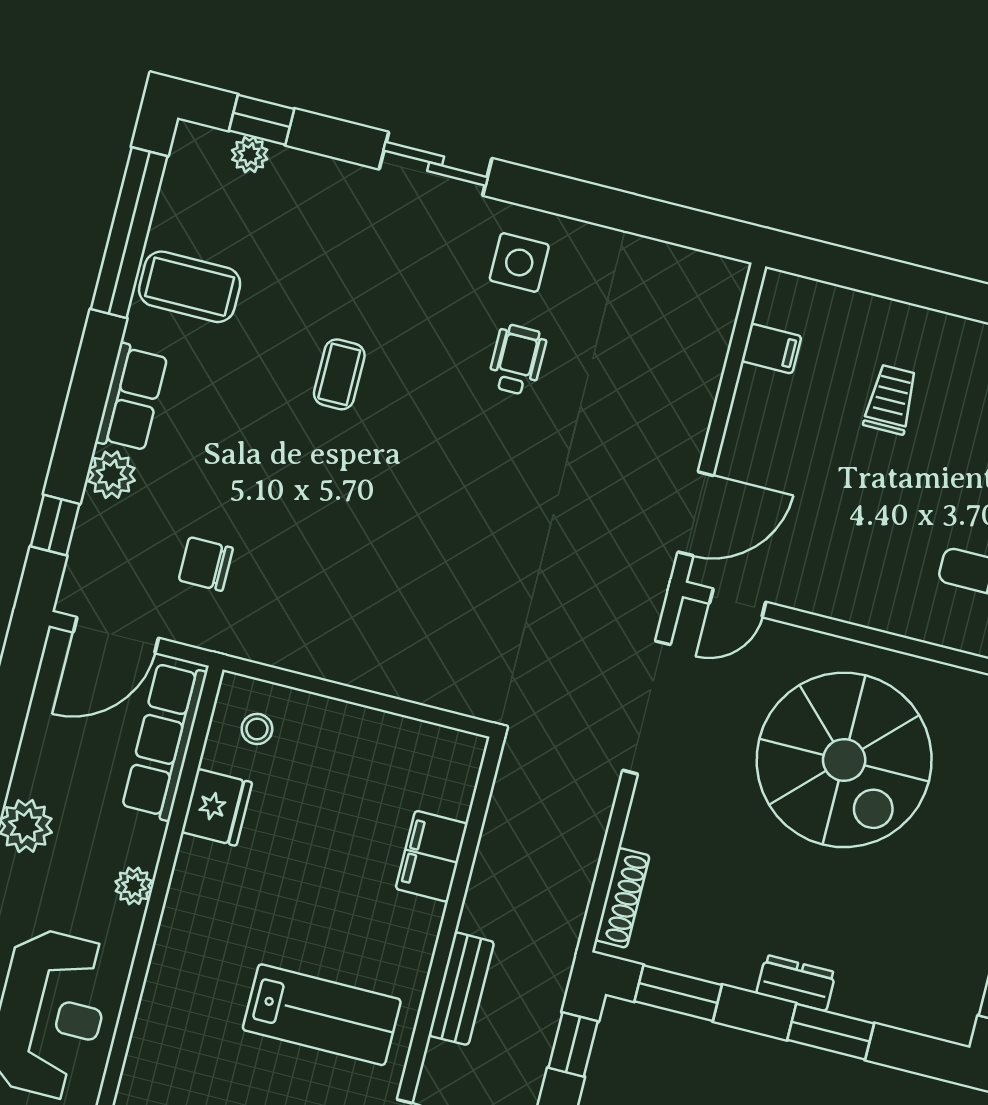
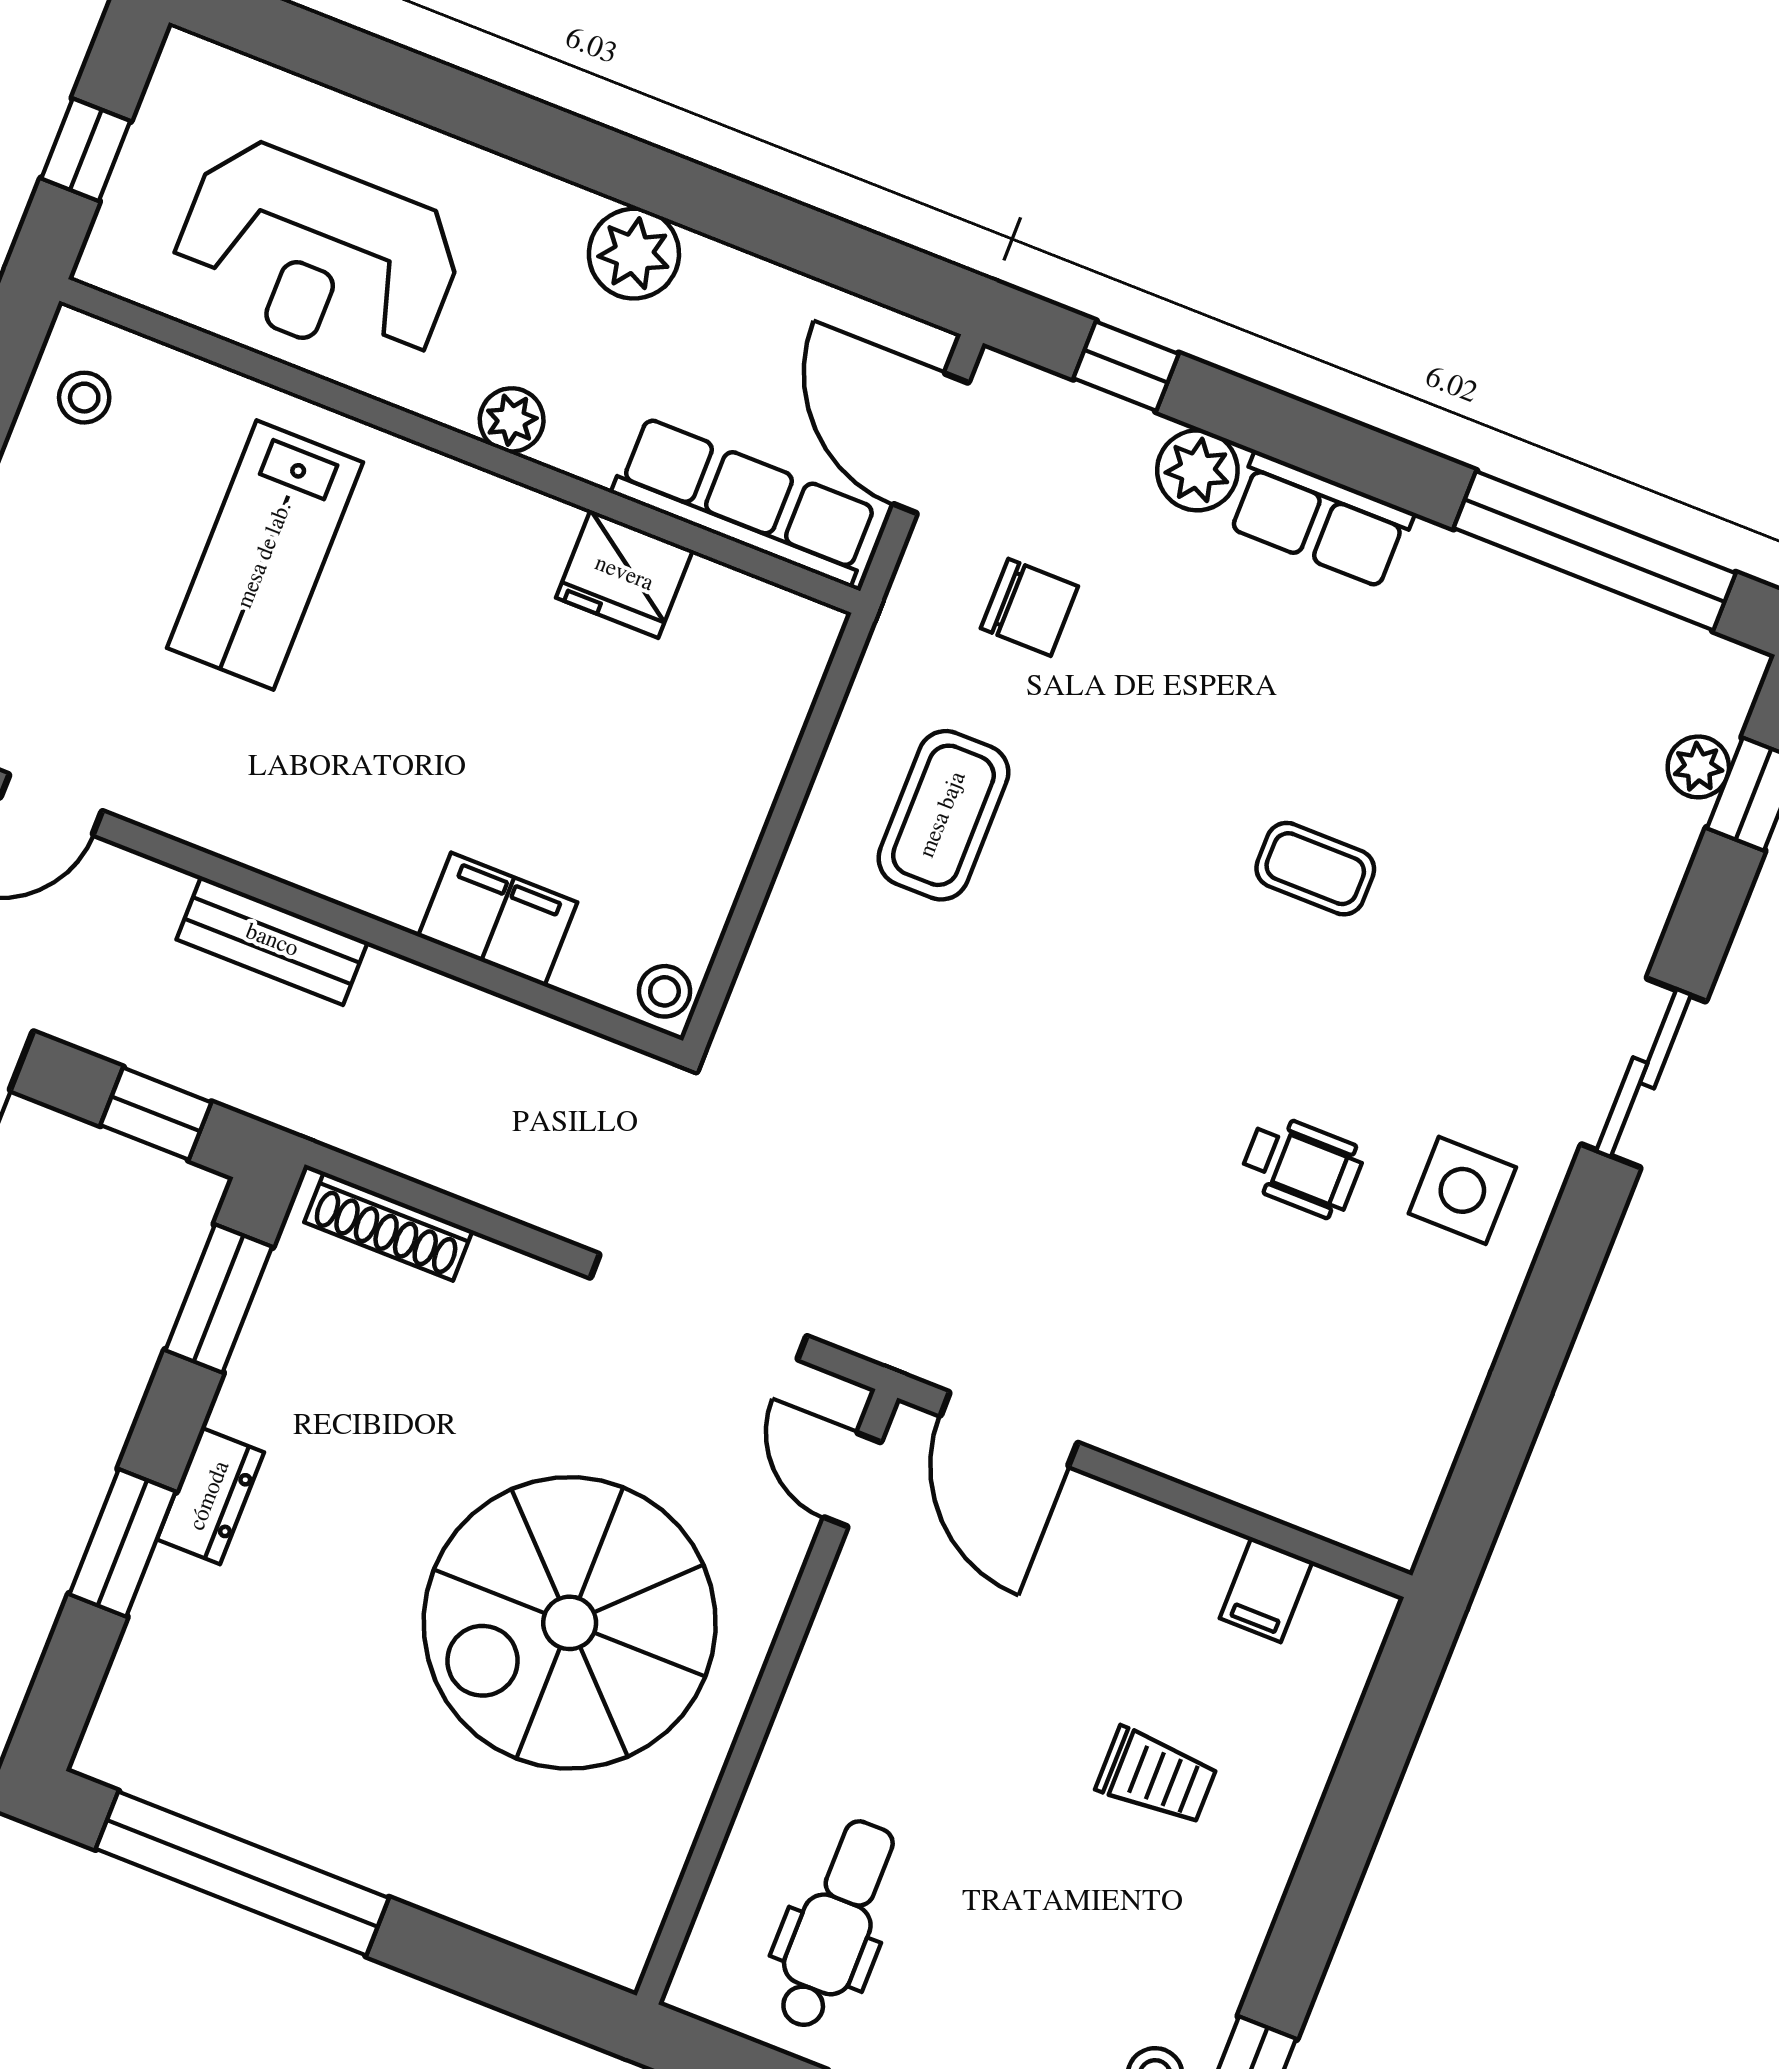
coffee table: (190, 287) -> (943, 815), moved
chair: (206, 564) -> (1029, 607), turned 90
stool: (257, 729) -> (664, 991), moved
lab bench: (322, 1015) -> (265, 555), moved

